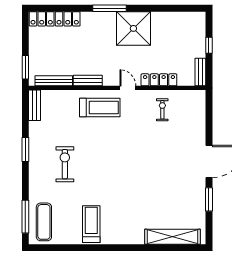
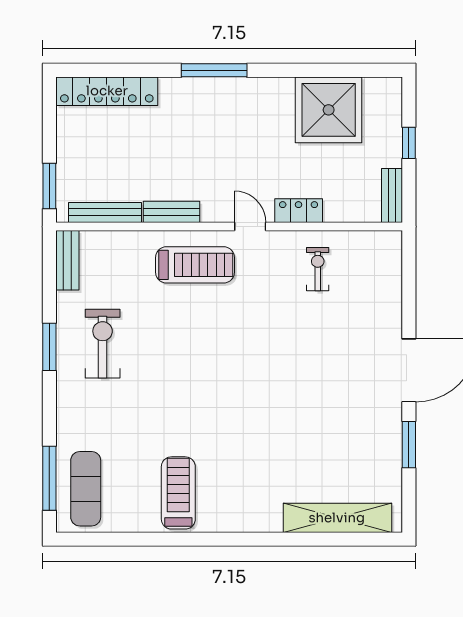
shower: (133, 28) -> (329, 110), moved
locker: (159, 80) -> (299, 211), width x0.66
exercise bike: (65, 164) -> (103, 344), moved

